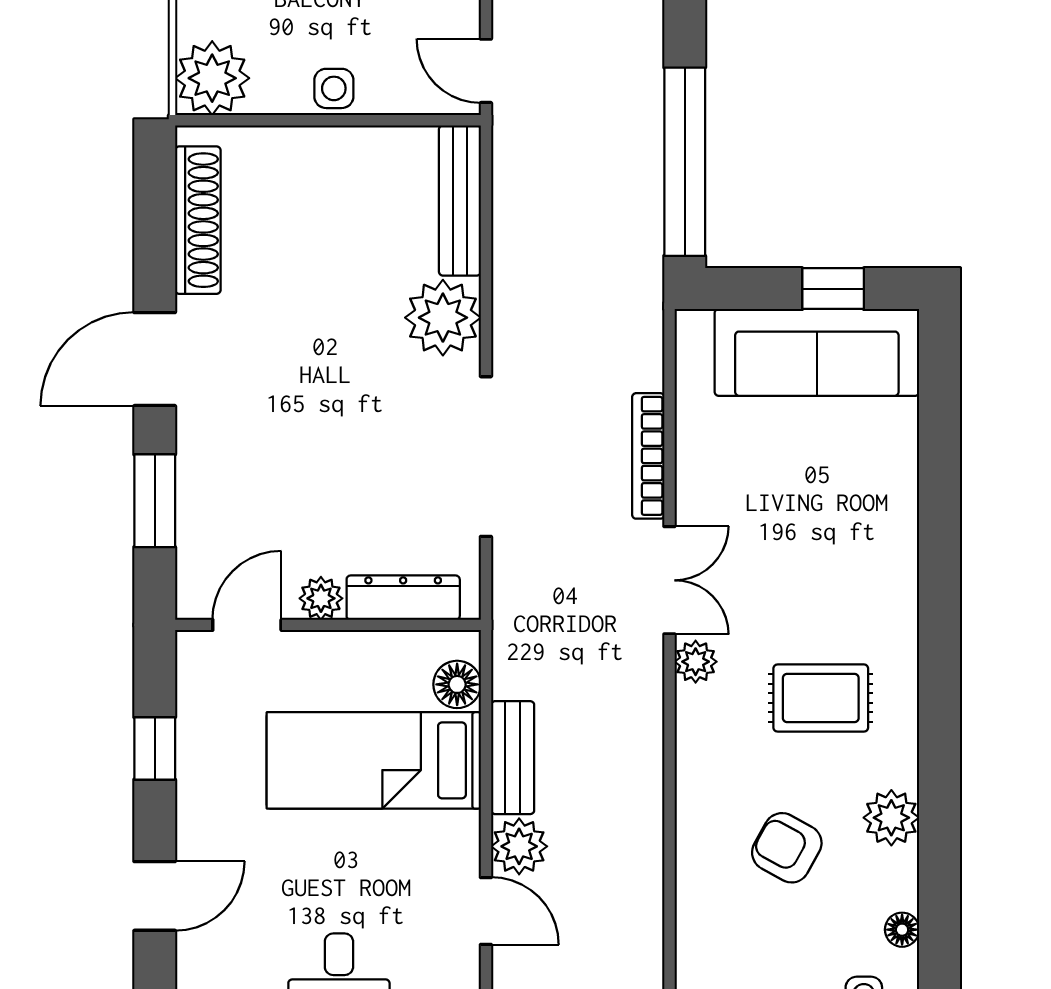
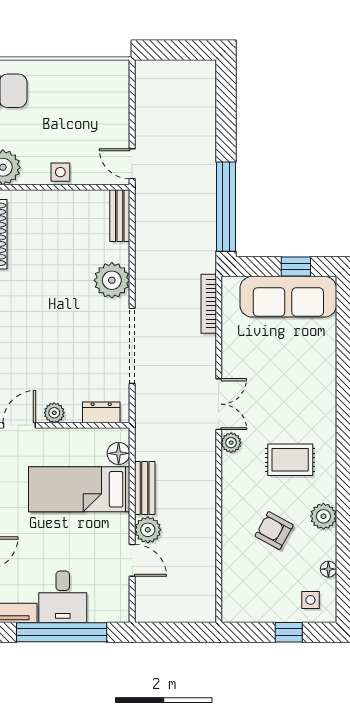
bench: (460, 200) -> (120, 216), width x0.73
bookcase: (648, 456) -> (209, 304), moved
dresser: (403, 598) -> (101, 412), width x0.70

